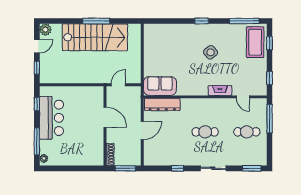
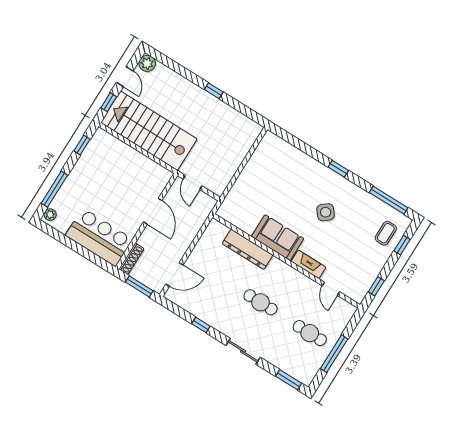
window: (96, 21) -> (214, 91), width x0.46
stairs: (95, 37) -> (149, 131), moved, turned 180
coffee table: (255, 42) -> (386, 233), width x0.54, depth x0.58
door: (37, 46) -> (125, 77), hinge flipped
door: (118, 85) -> (193, 183), swing flipped
sofa: (160, 86) -> (278, 238), moved
dresser: (162, 104) -> (248, 249), moved
bar counter: (52, 118) -> (99, 237), moved, turned -90
window: (269, 119) -> (334, 354), moved
door: (142, 130) -> (174, 274), moved

